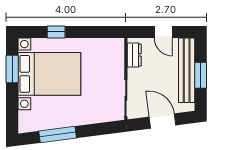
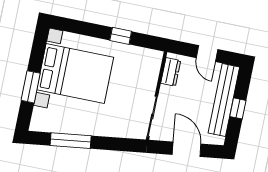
window: (56, 32) -> (121, 36), moved
window: (12, 69) -> (31, 87), moved
window: (201, 75) -> (238, 108), width x0.67

